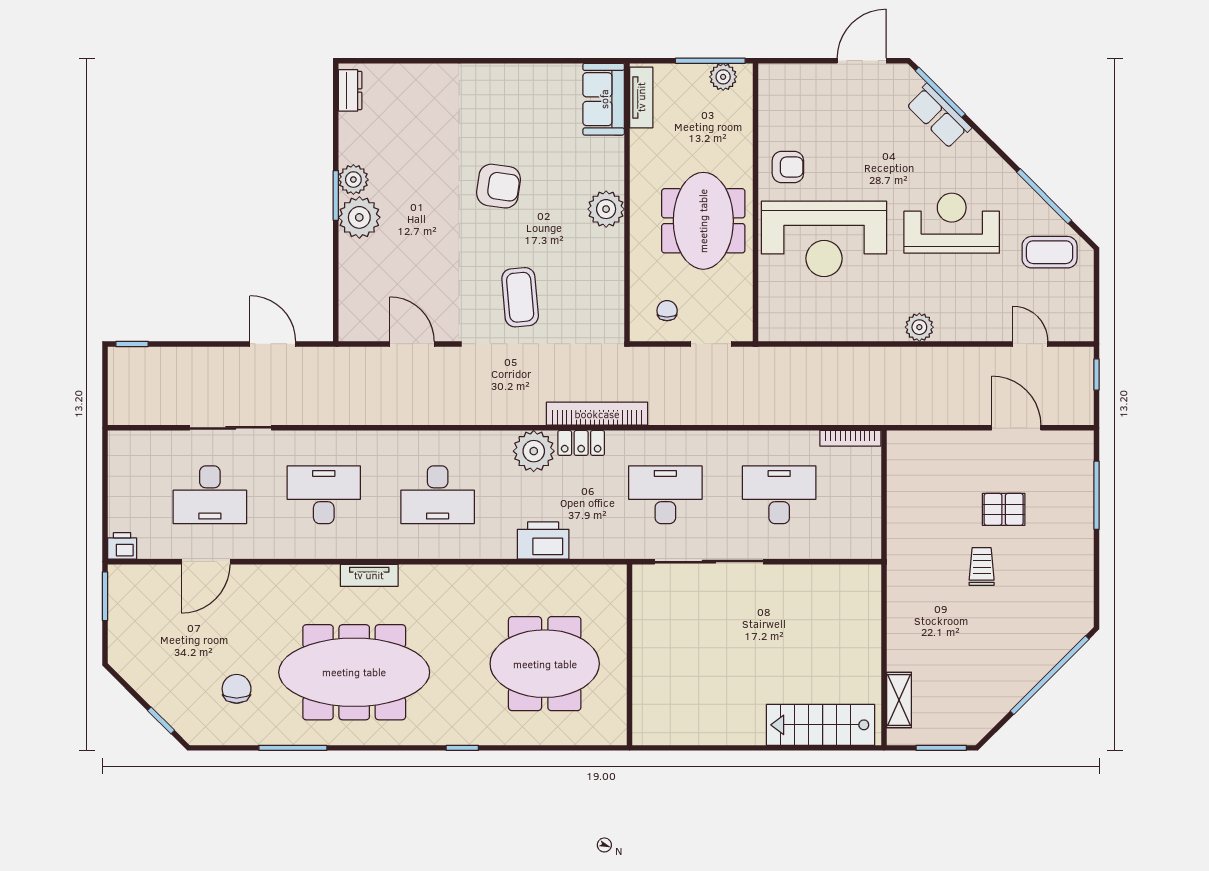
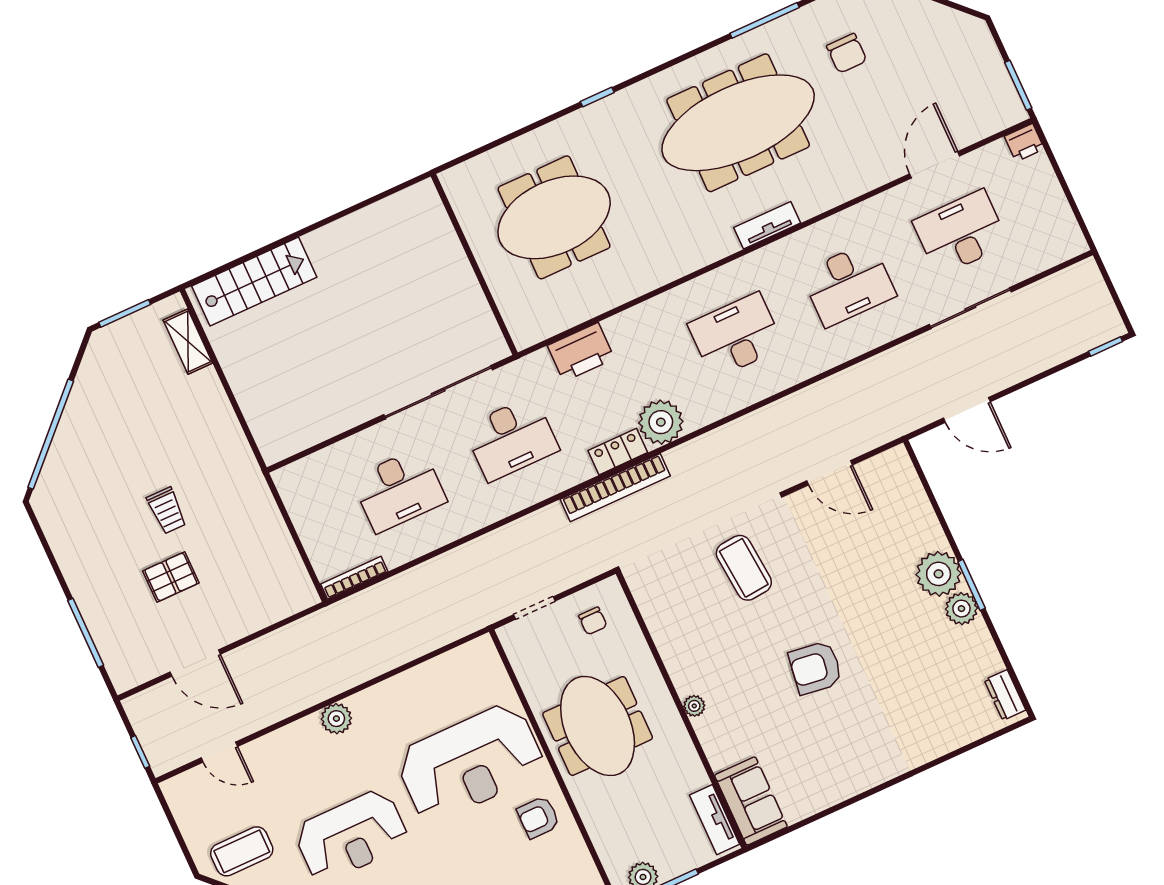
plant: (606, 209) -> (694, 706), width x0.53, depth x0.53
reception desk: (824, 239) -> (470, 763), turned 180
printer: (543, 540) -> (581, 352), moved

